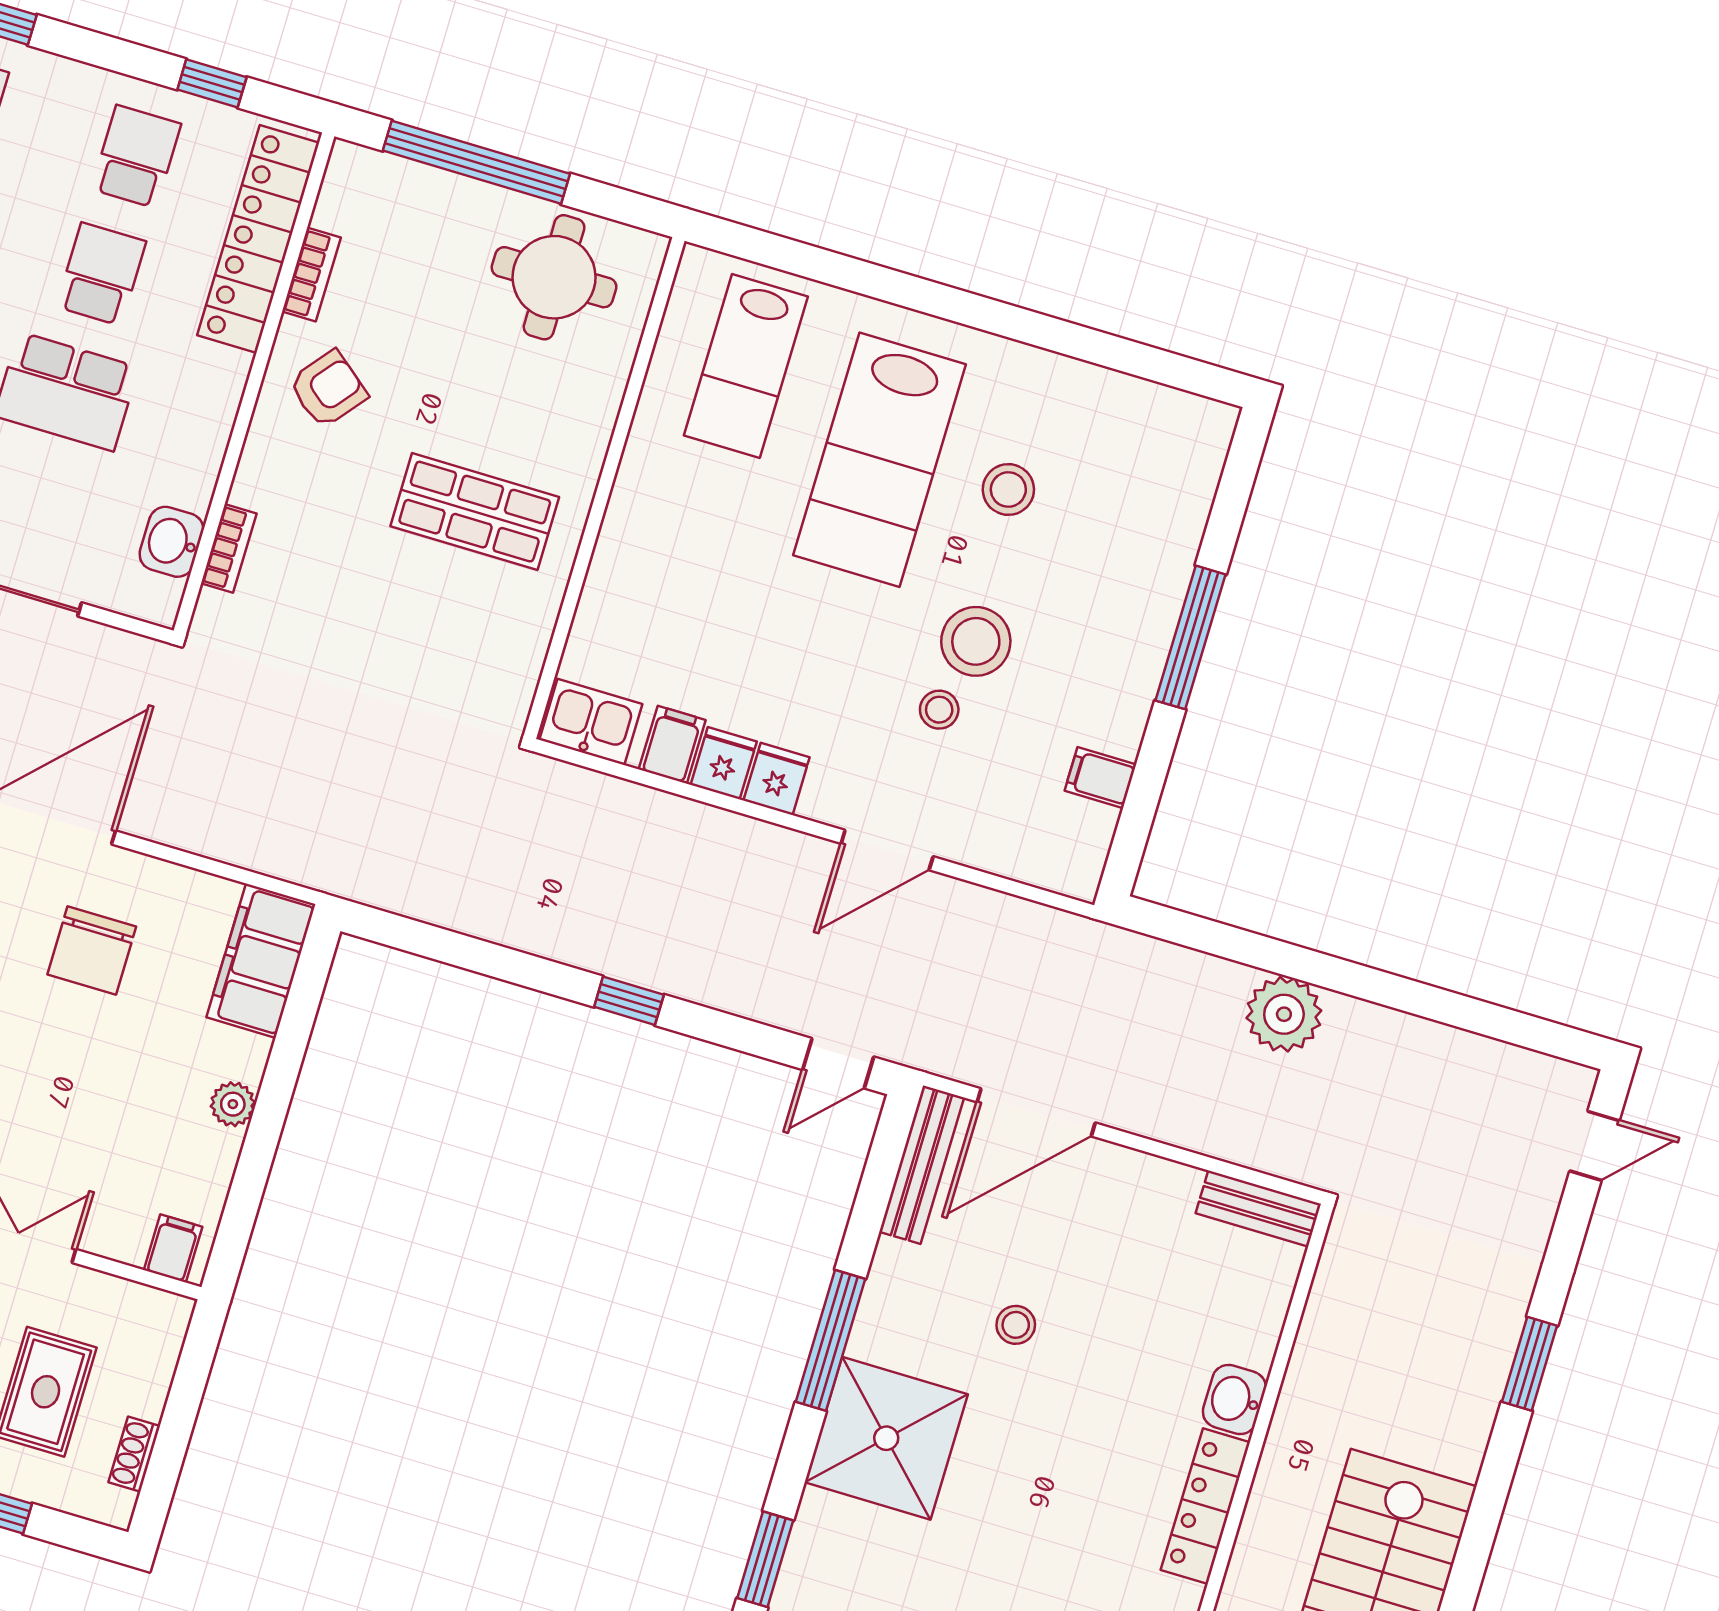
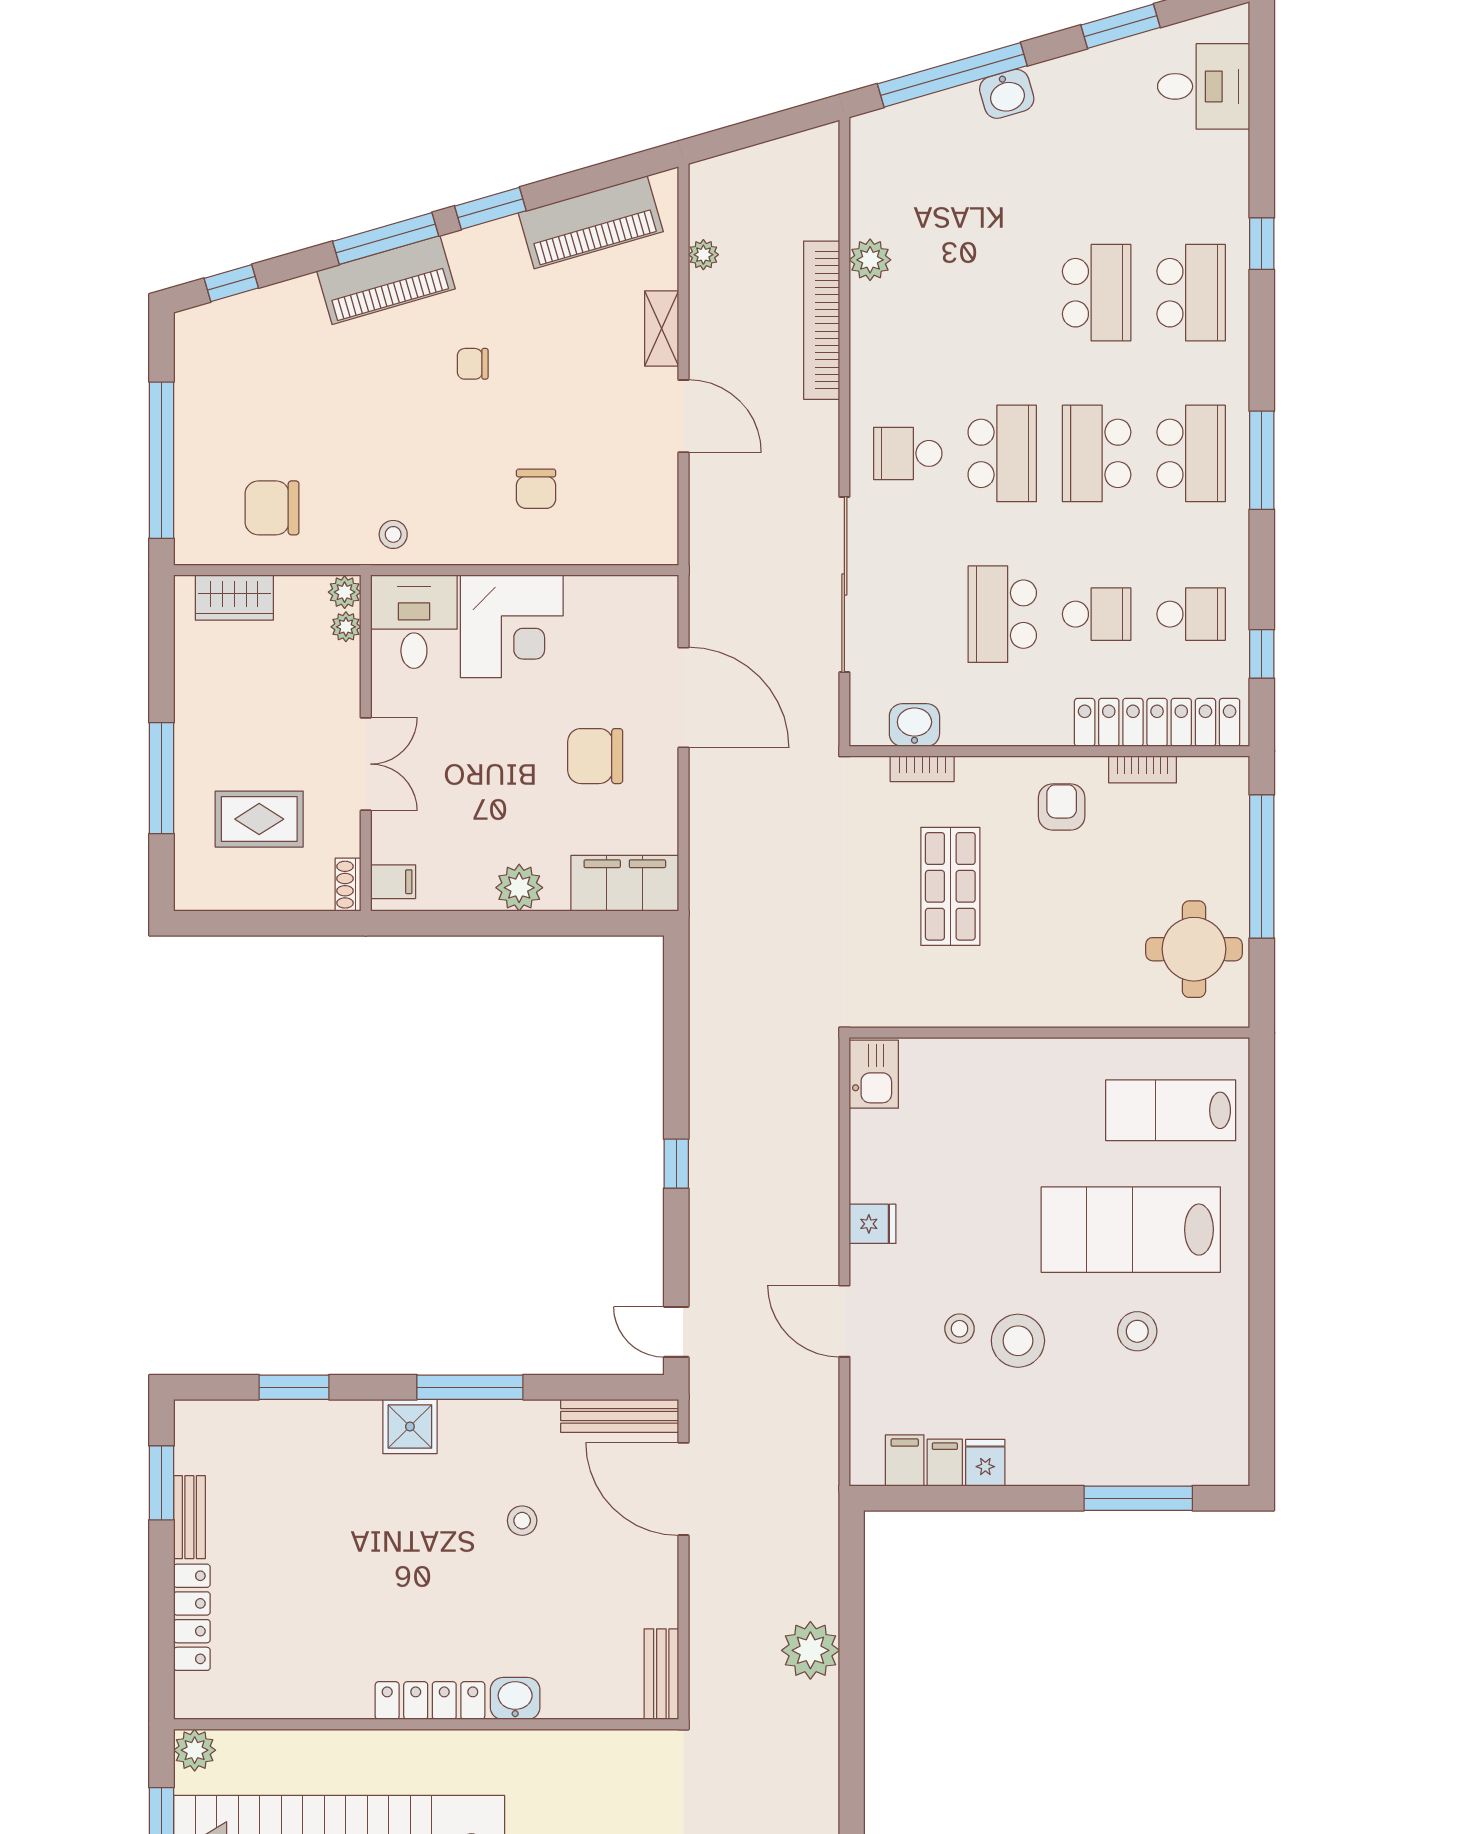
armchair: (328, 389) -> (1062, 807), turned -129
shop shelf: (475, 512) -> (950, 886), moved
window: (1190, 637) -> (1138, 1498), moved
filing cabinet: (672, 745) -> (905, 1461), moved, turned -90
fridge: (724, 763) -> (985, 1463), moved, turned -90
plant: (233, 1104) -> (519, 888), width x1.38, depth x1.38
shower: (886, 1438) -> (410, 1427), width x0.54, depth x0.54
shoe rack: (134, 1454) -> (348, 885), moved, turned -90

